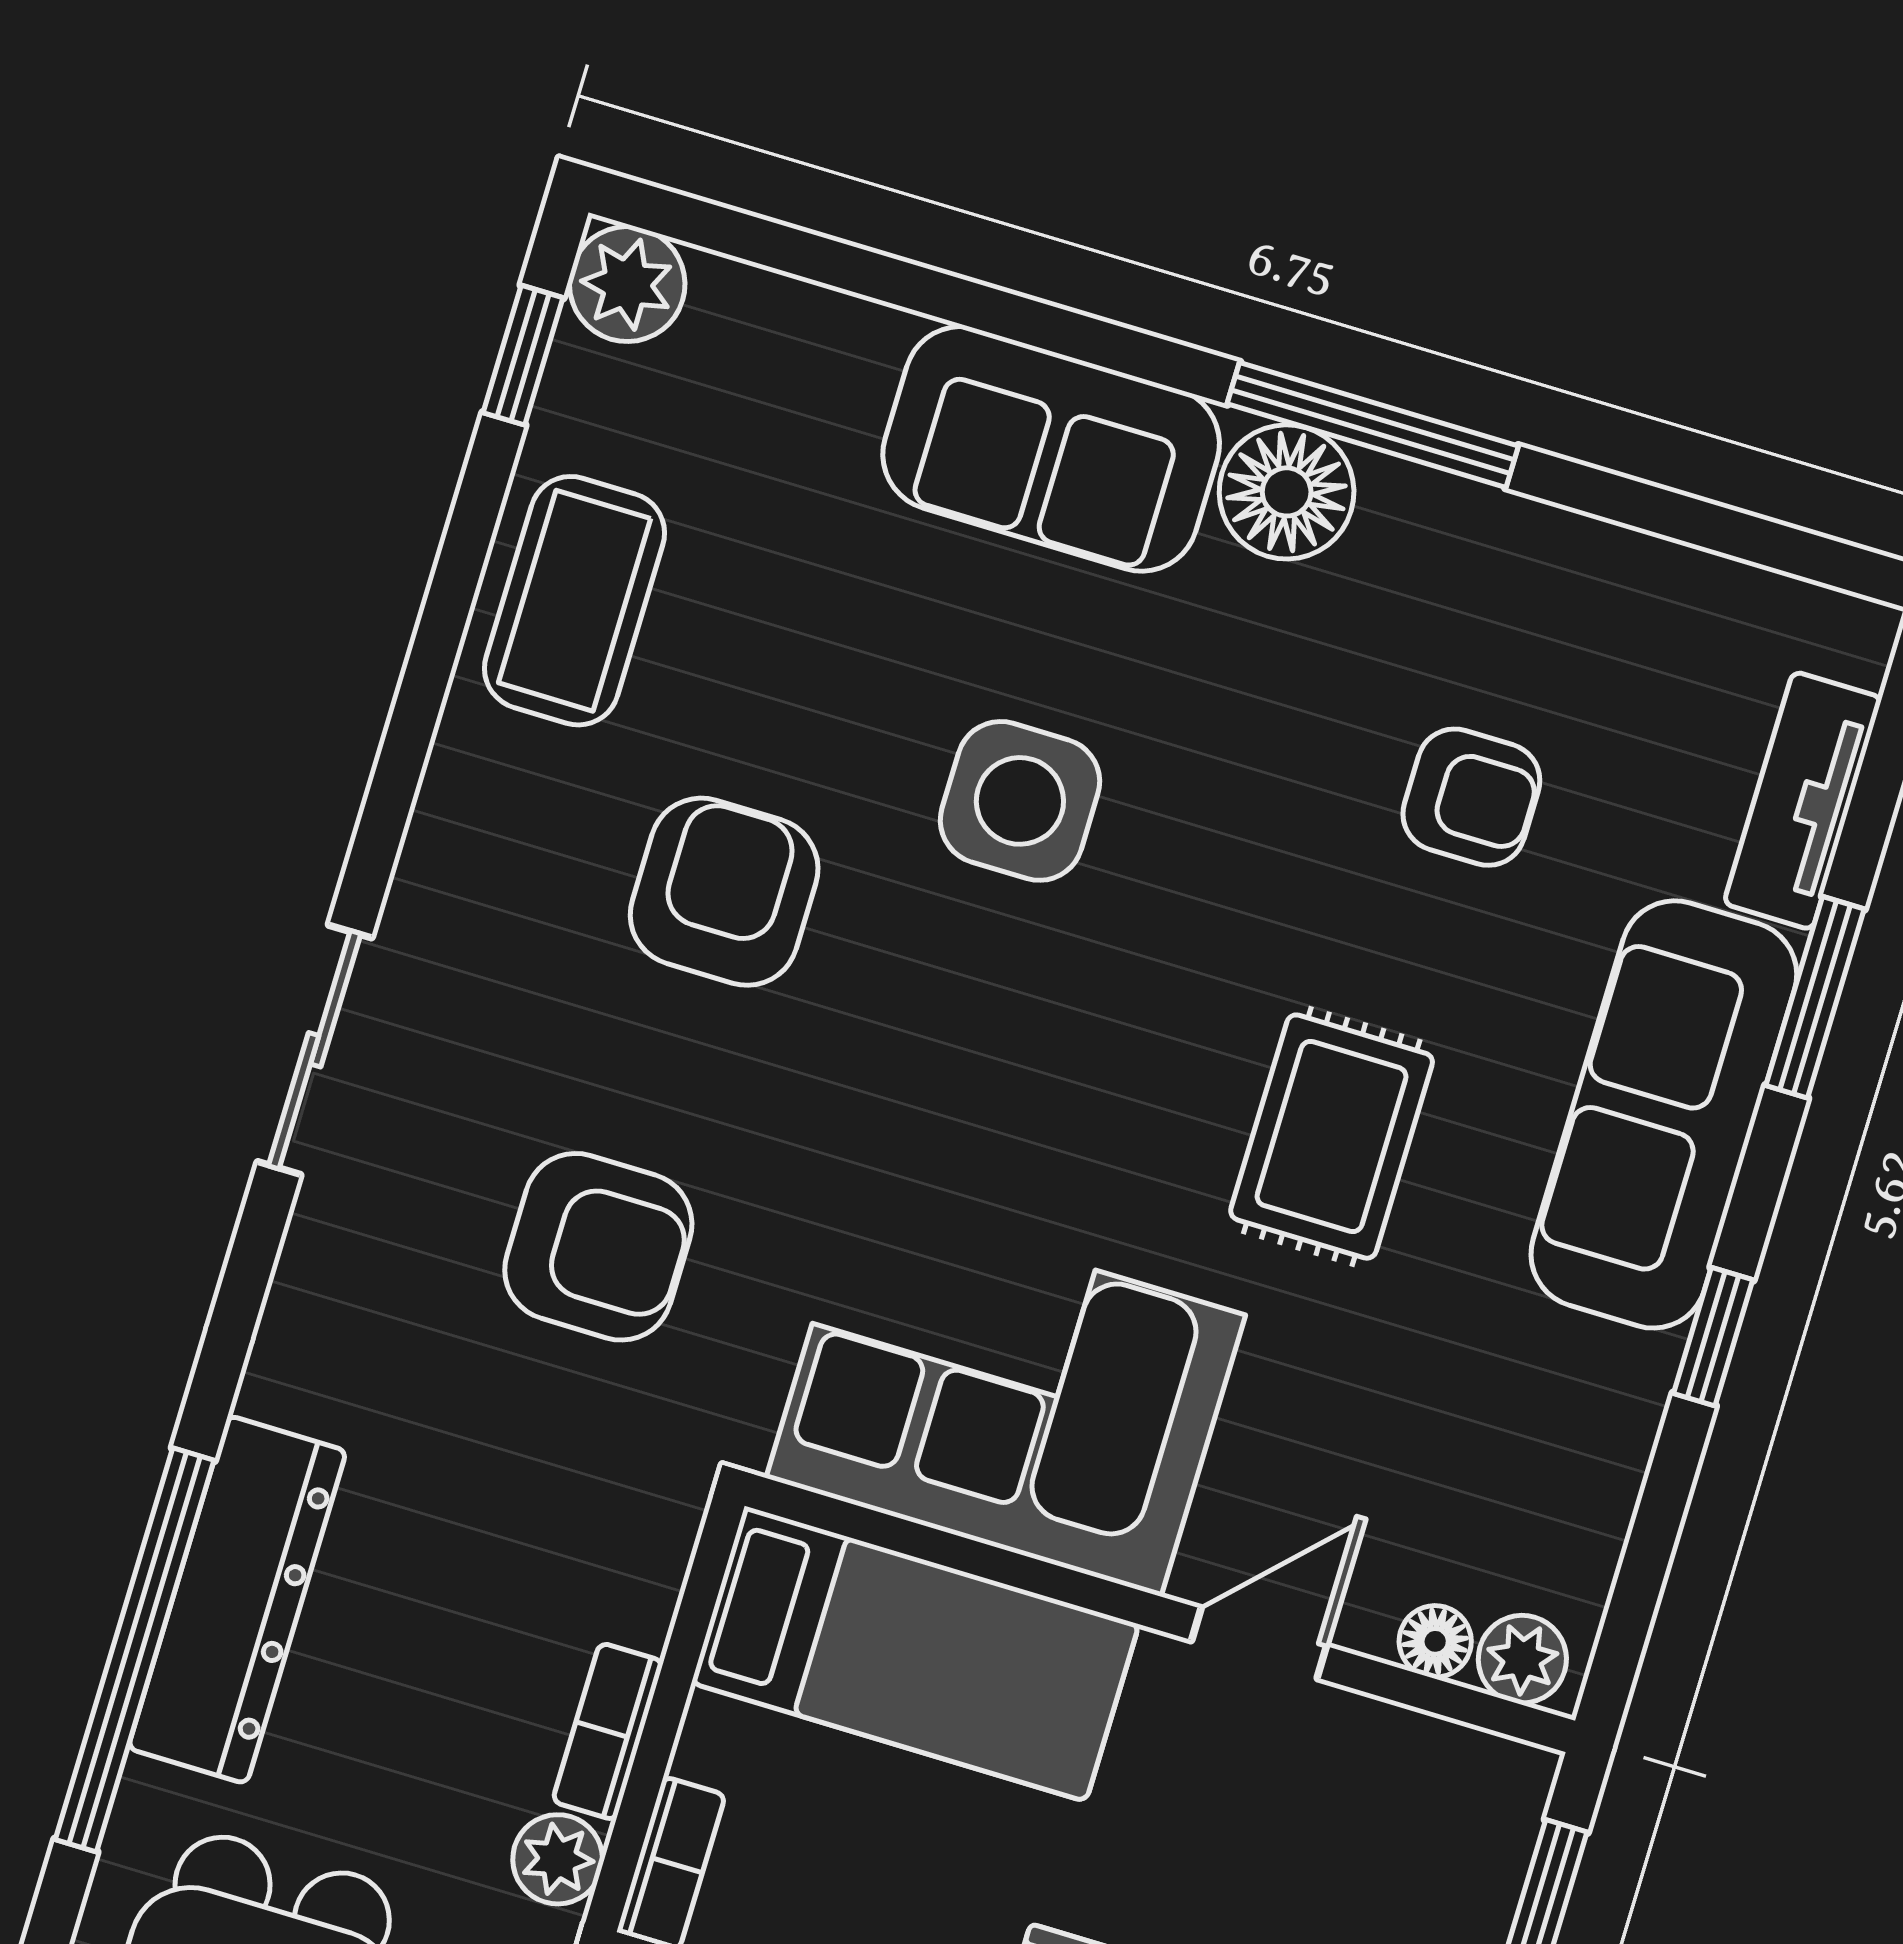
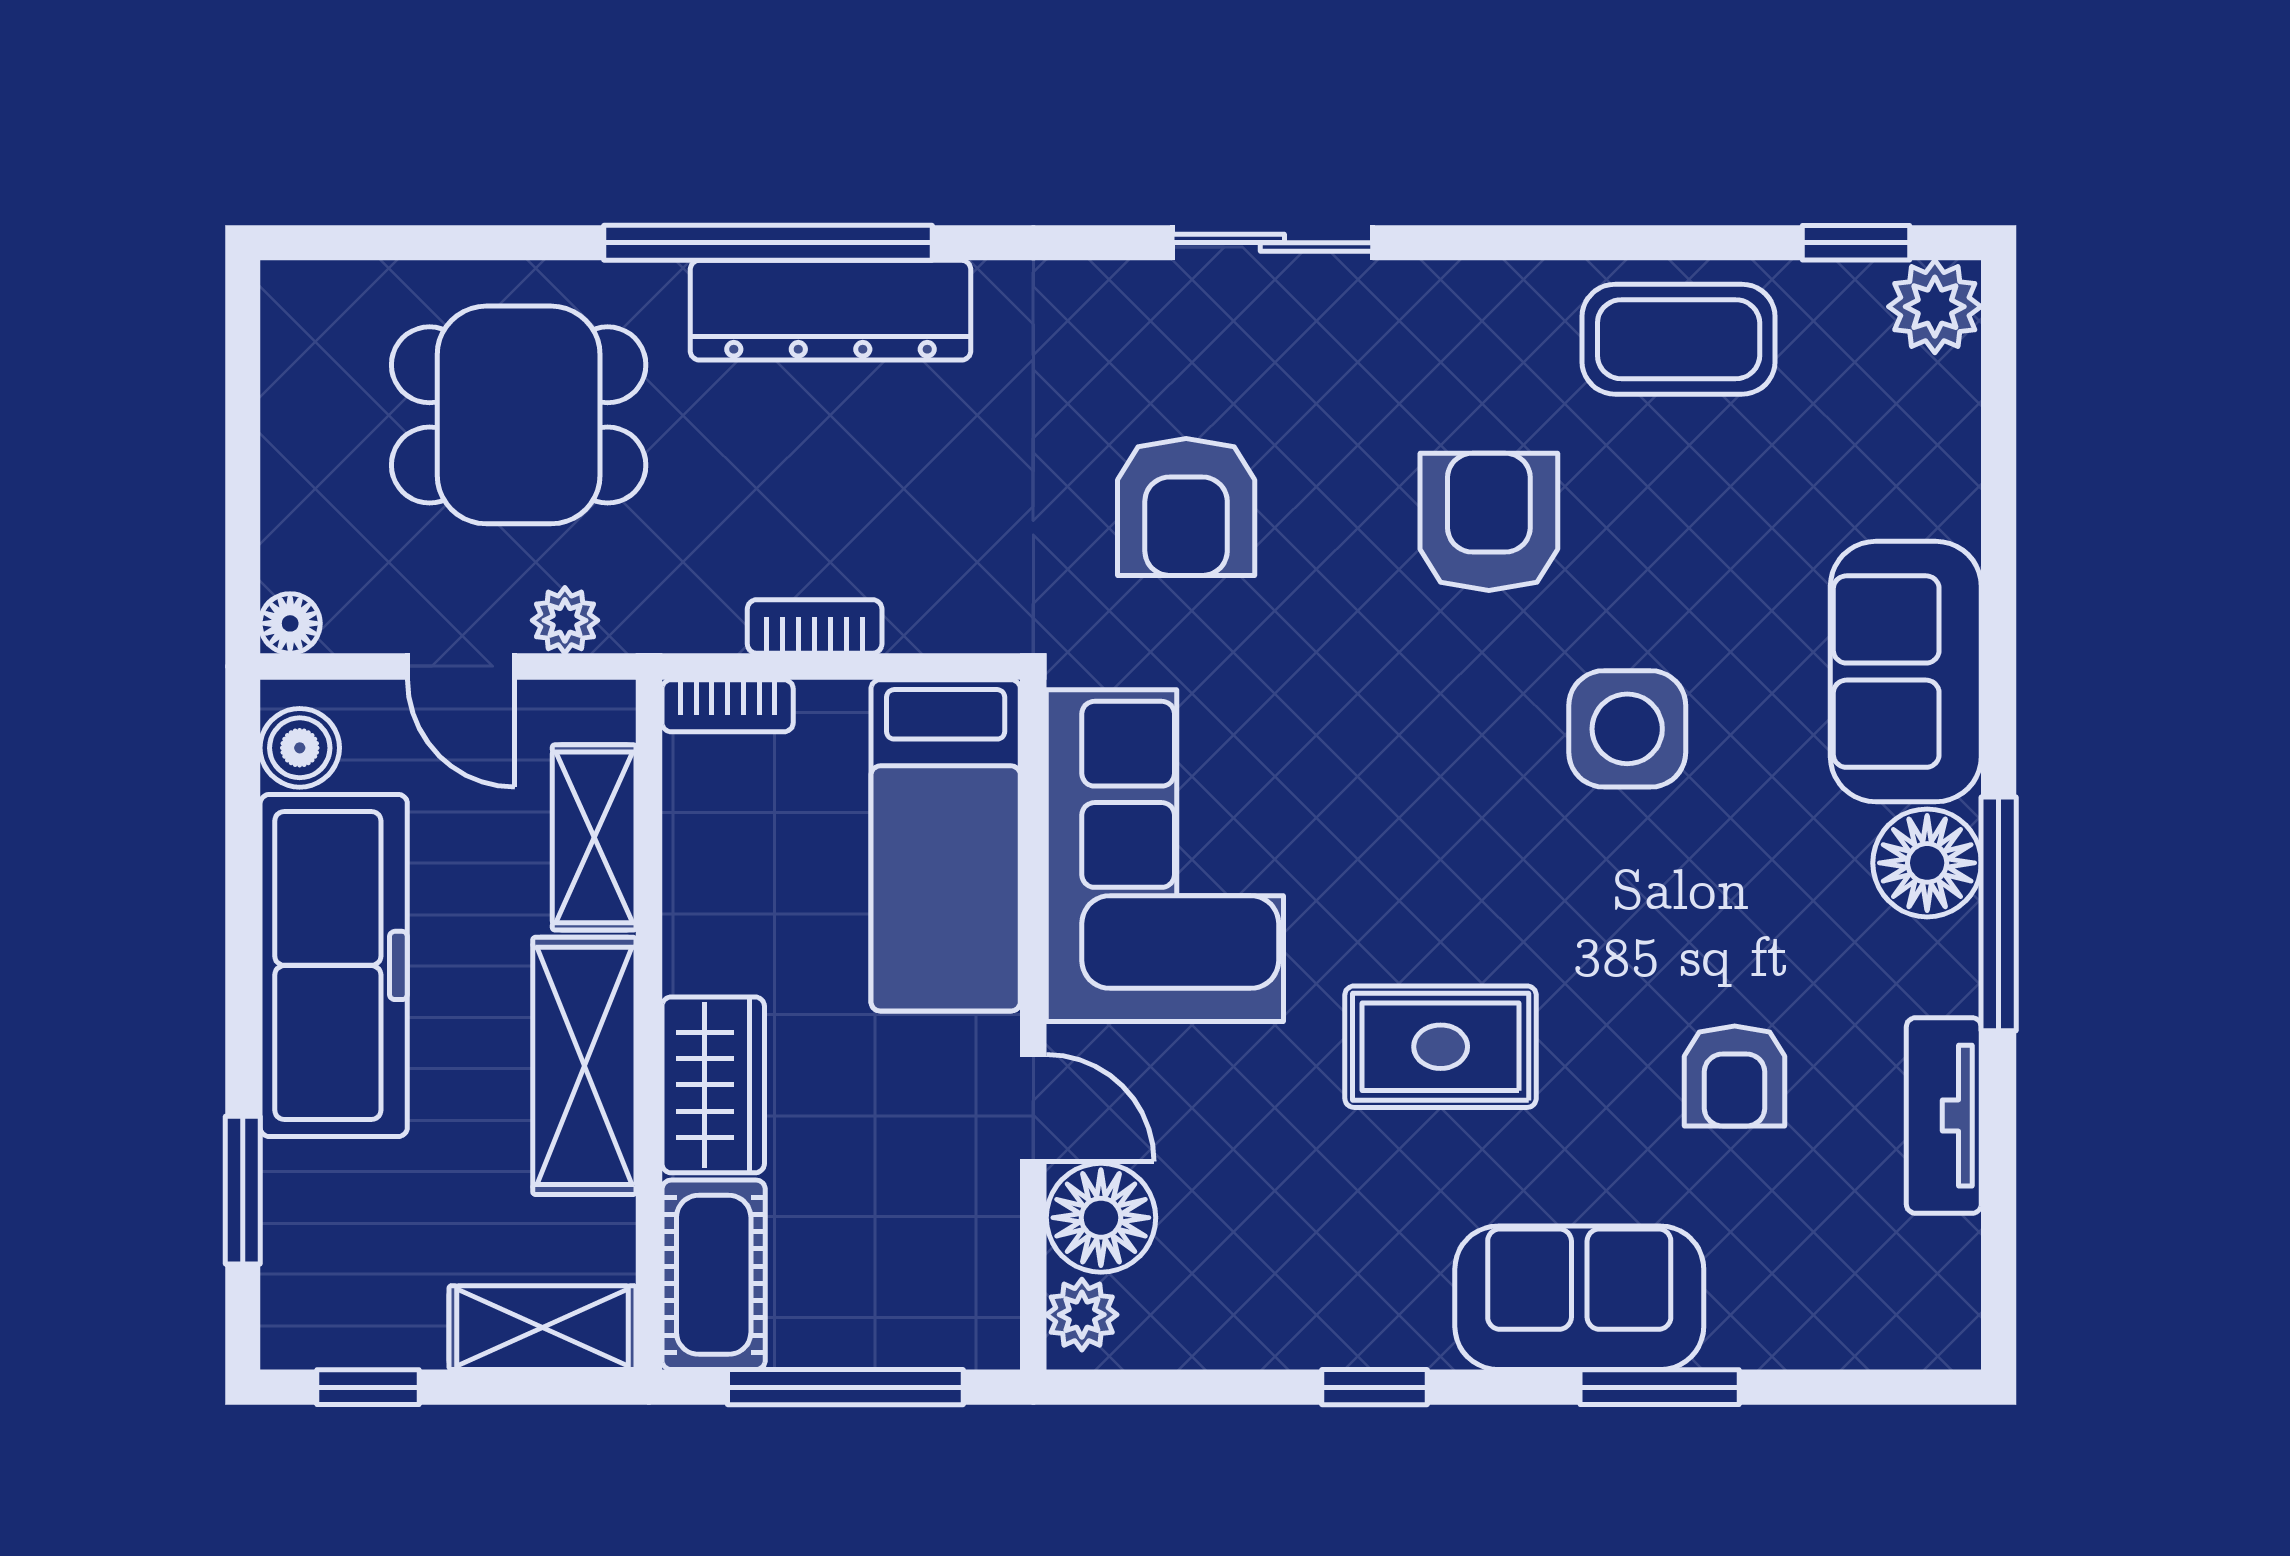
tv unit: (1803, 801) -> (1944, 1116), moved, turned -90
armchair: (724, 892) -> (1489, 522), turned -90
sofa: (1664, 1114) -> (1579, 1298), width x0.73
floor lamp: (1435, 1641) -> (1101, 1218), width x1.89, depth x1.89
plant: (558, 1859) -> (704, 617), removed

